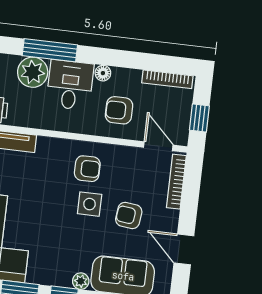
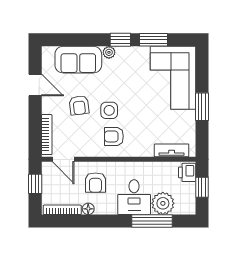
floor lamp: (103, 73) -> (88, 209), moved
armchair: (119, 110) -> (95, 183), turned 90
armchair: (129, 216) -> (79, 105), turned 76

